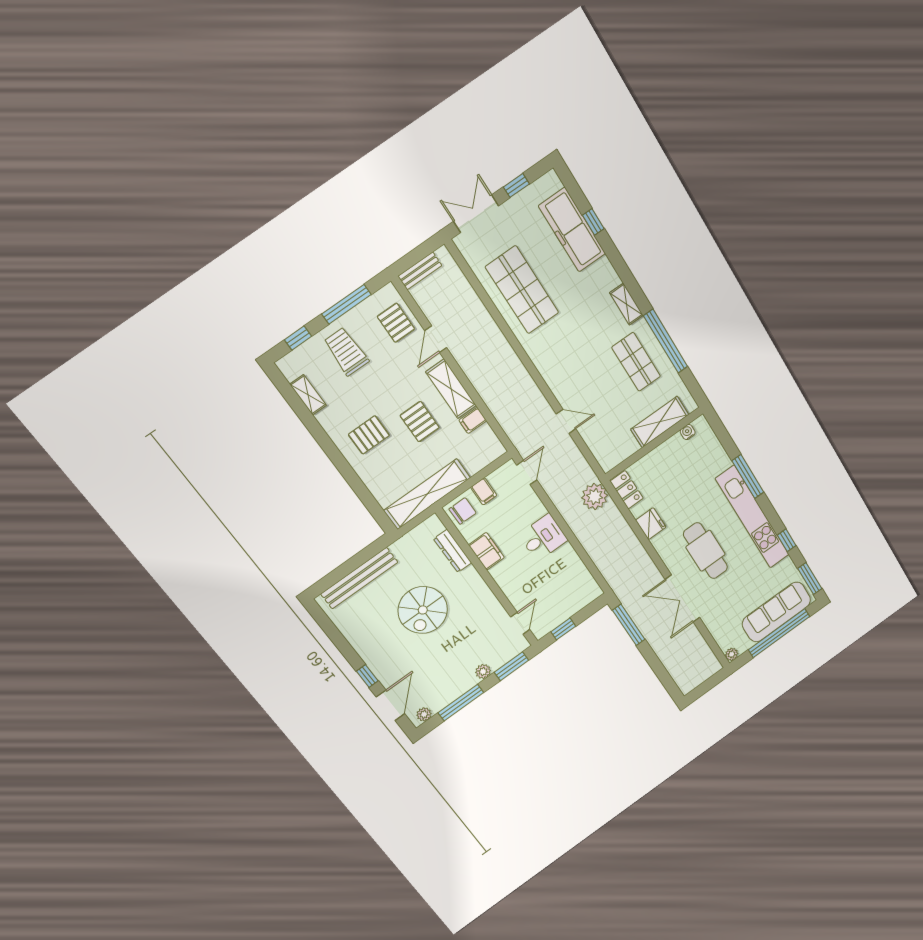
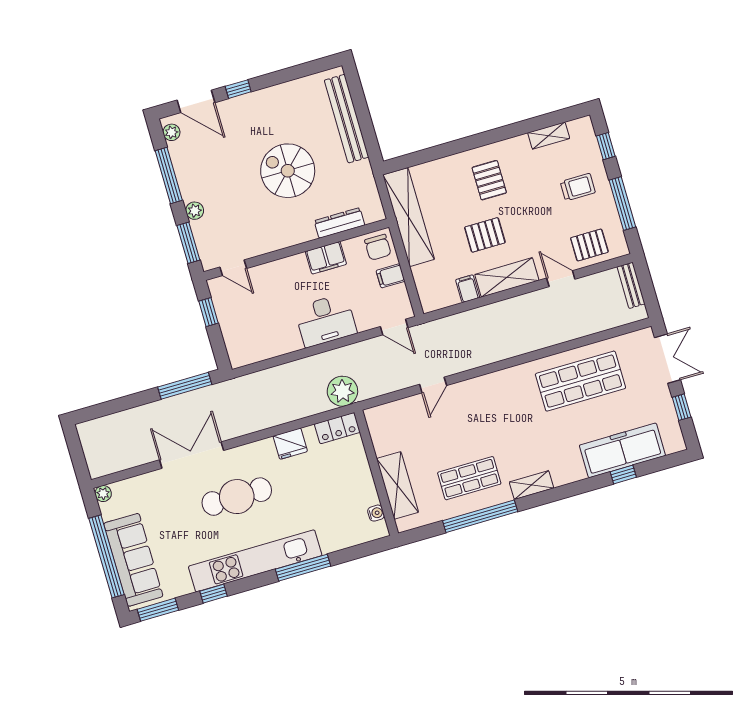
trolley: (346, 352) -> (578, 187), width x0.73, depth x0.72
desk: (543, 537) -> (326, 320), width x1.37

